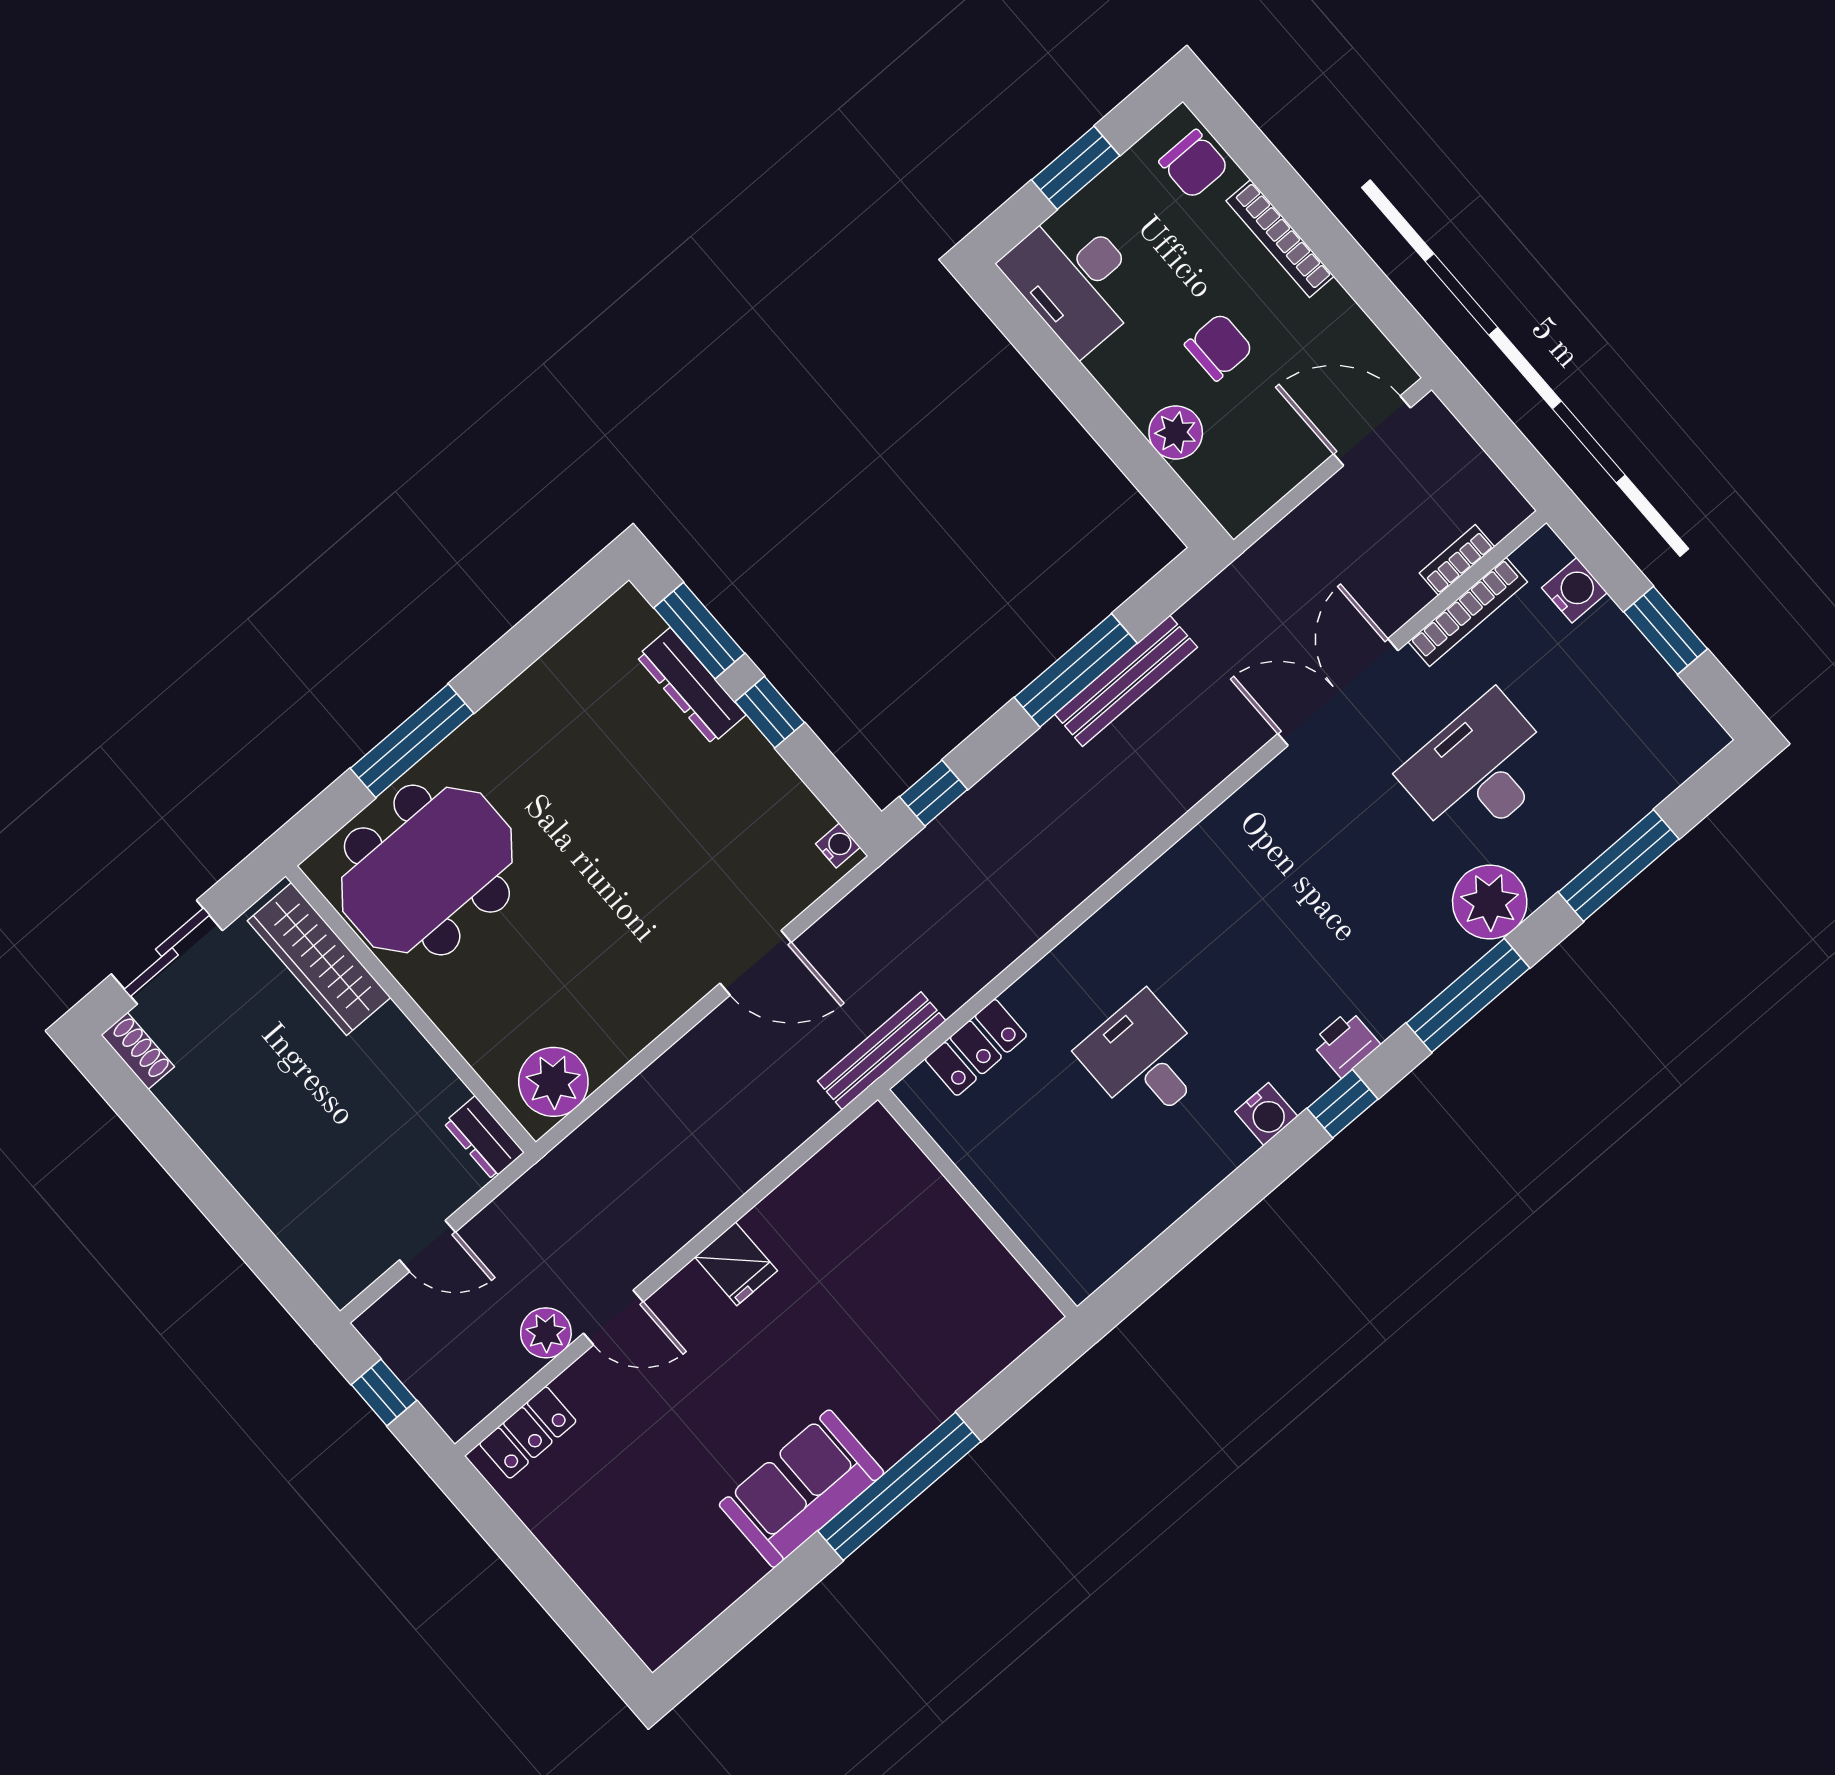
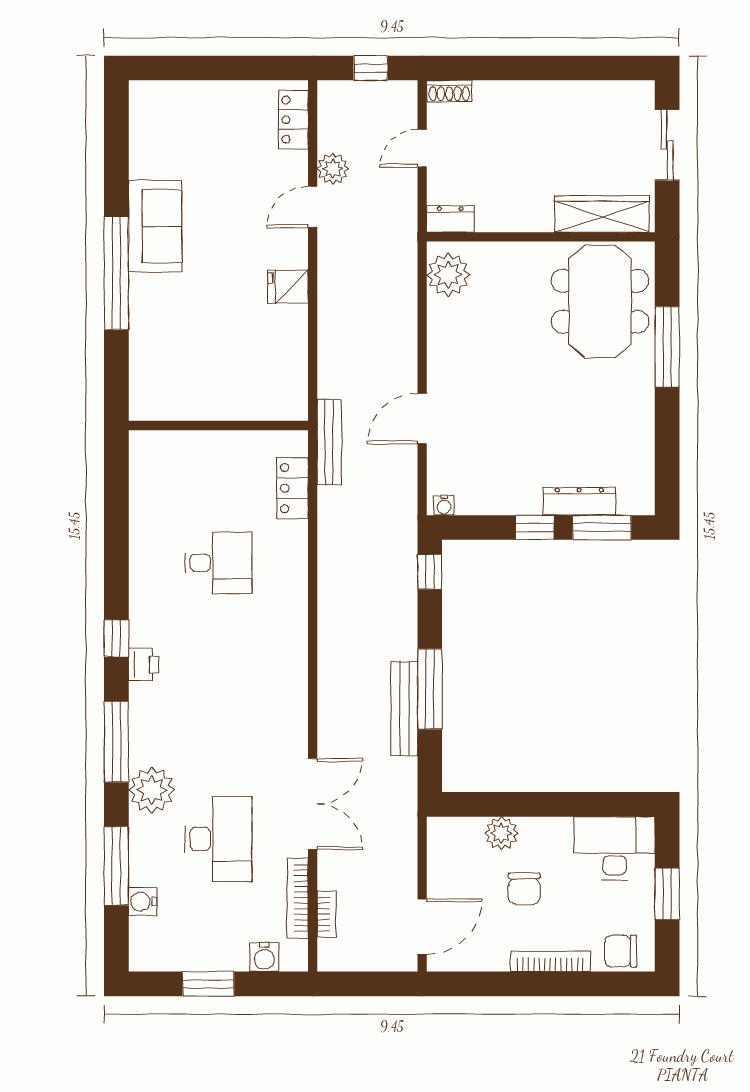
shoe rack: (138, 1051) -> (449, 91), moved
water cooler: (1266, 1114) -> (143, 902), moved

